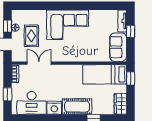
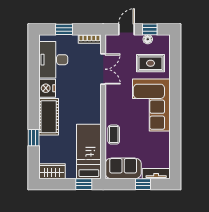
rug: (31, 36) -> (151, 63), moved
coffee table: (91, 55) -> (114, 135), added

